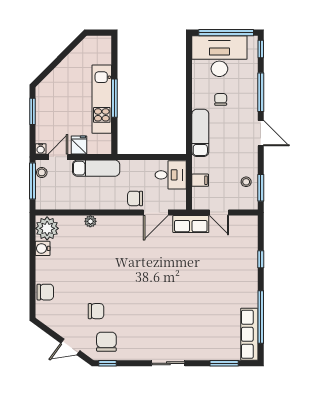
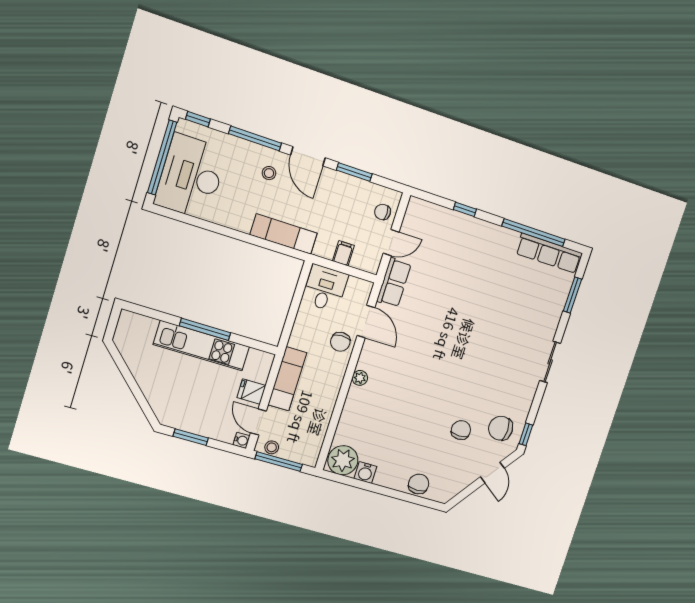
chair: (221, 99) -> (383, 212), moved
door: (261, 133) -> (308, 156), swing flipped
stool: (246, 182) -> (269, 173), moved
window: (261, 188) -> (354, 172), moved
plant: (90, 221) -> (360, 378), moved

